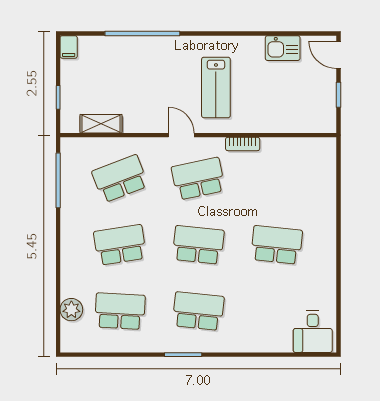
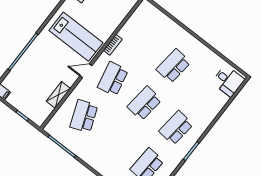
lab bench: (216, 87) -> (76, 37), width x1.36, depth x1.39
shelving: (101, 124) -> (58, 95), moved
school desk: (120, 245) -> (115, 141), removed

